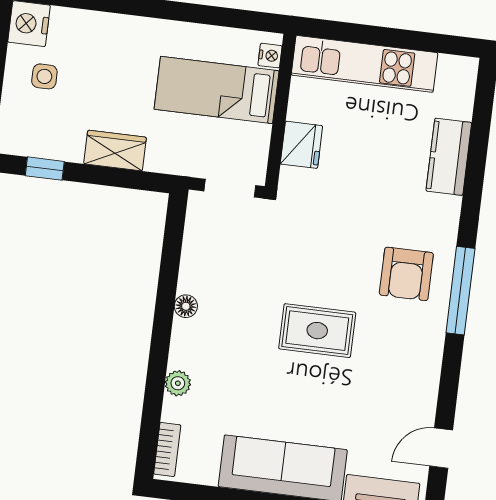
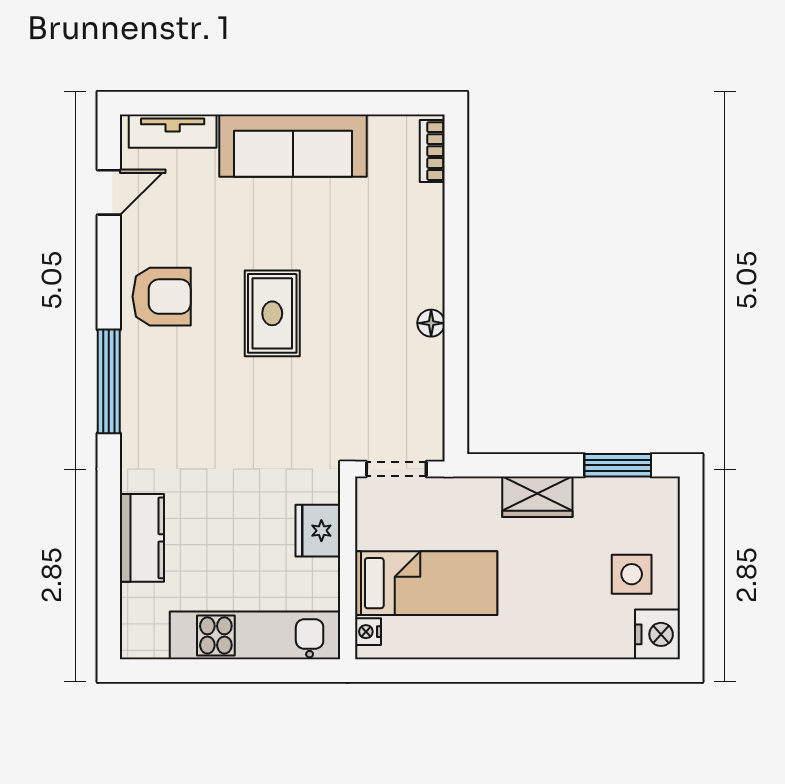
side table: (44, 76) -> (632, 574), width x1.37, depth x1.37
window: (45, 169) -> (618, 465), width x1.50
armchair: (406, 274) -> (162, 297), moved, turned 90
rug: (317, 331) -> (272, 313), turned 90
plant: (178, 383) -> (429, 231), removed

